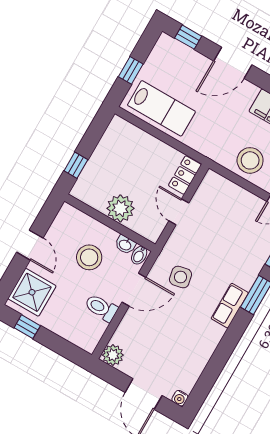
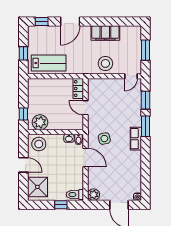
plant: (120, 208) -> (40, 122), moved
stool: (89, 257) -> (39, 144), moved
door: (134, 290) -> (85, 157), hinge flipped
toilet: (101, 308) -> (75, 195), moved
window: (27, 327) -> (61, 205), moved

